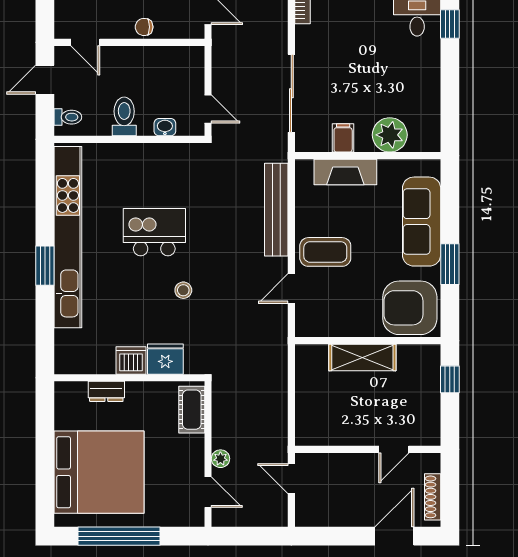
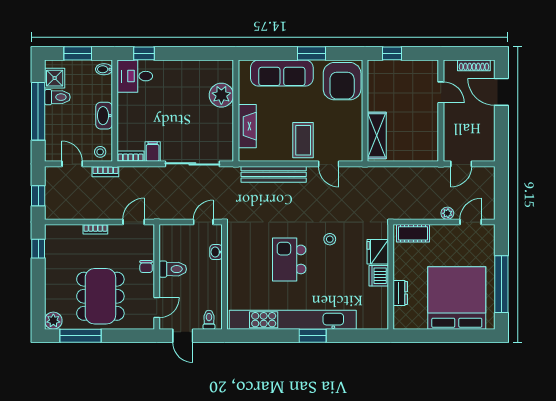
toilet: (124, 116) -> (173, 269), moved, turned 180
filing cabinet: (343, 138) -> (153, 151), moved, turned 90
shelving: (362, 358) -> (377, 135), moved

